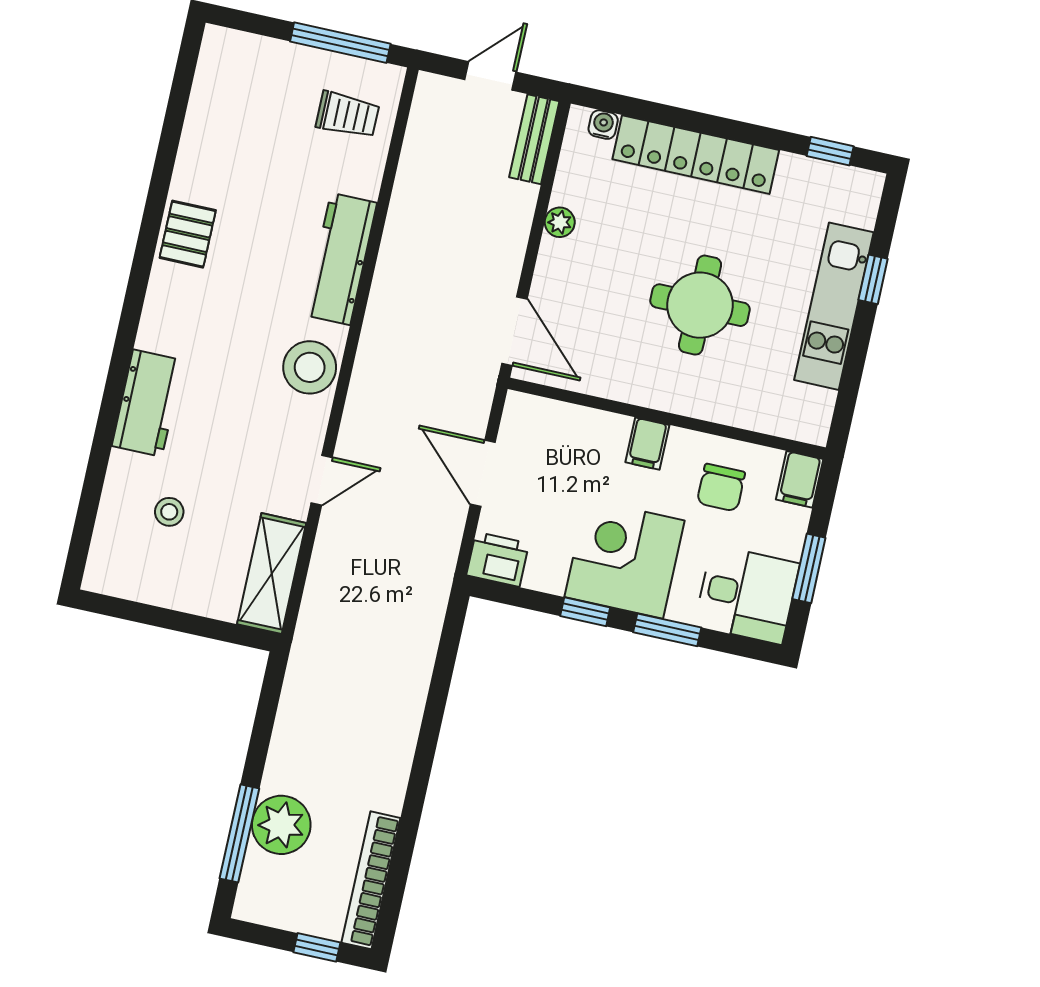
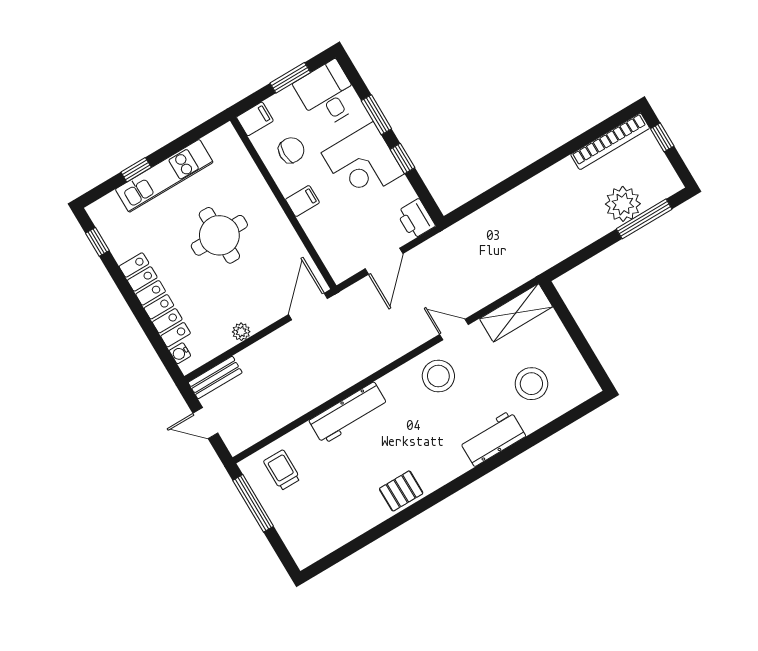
stool: (310, 367) -> (438, 376), moved
stool: (169, 512) -> (531, 384), width x1.89, depth x1.89

